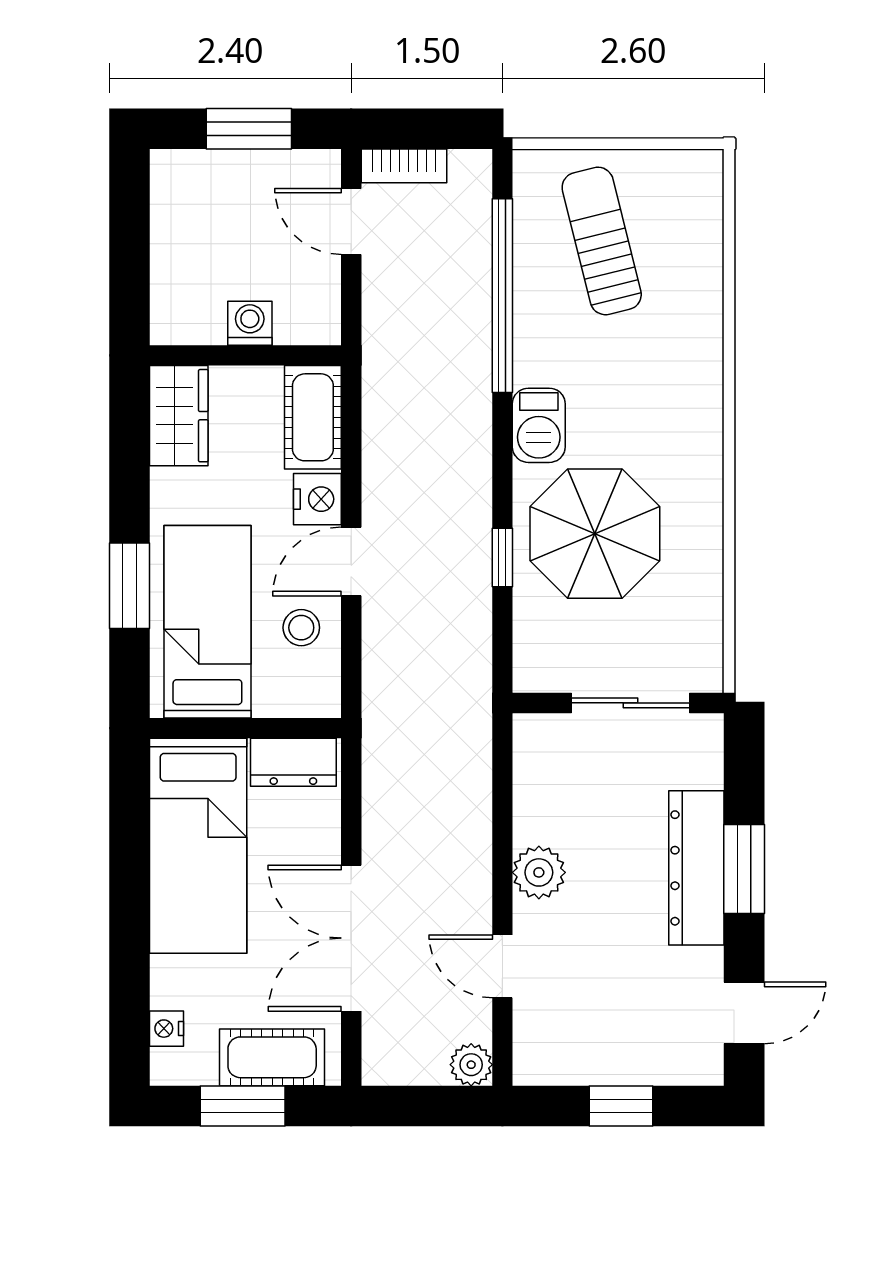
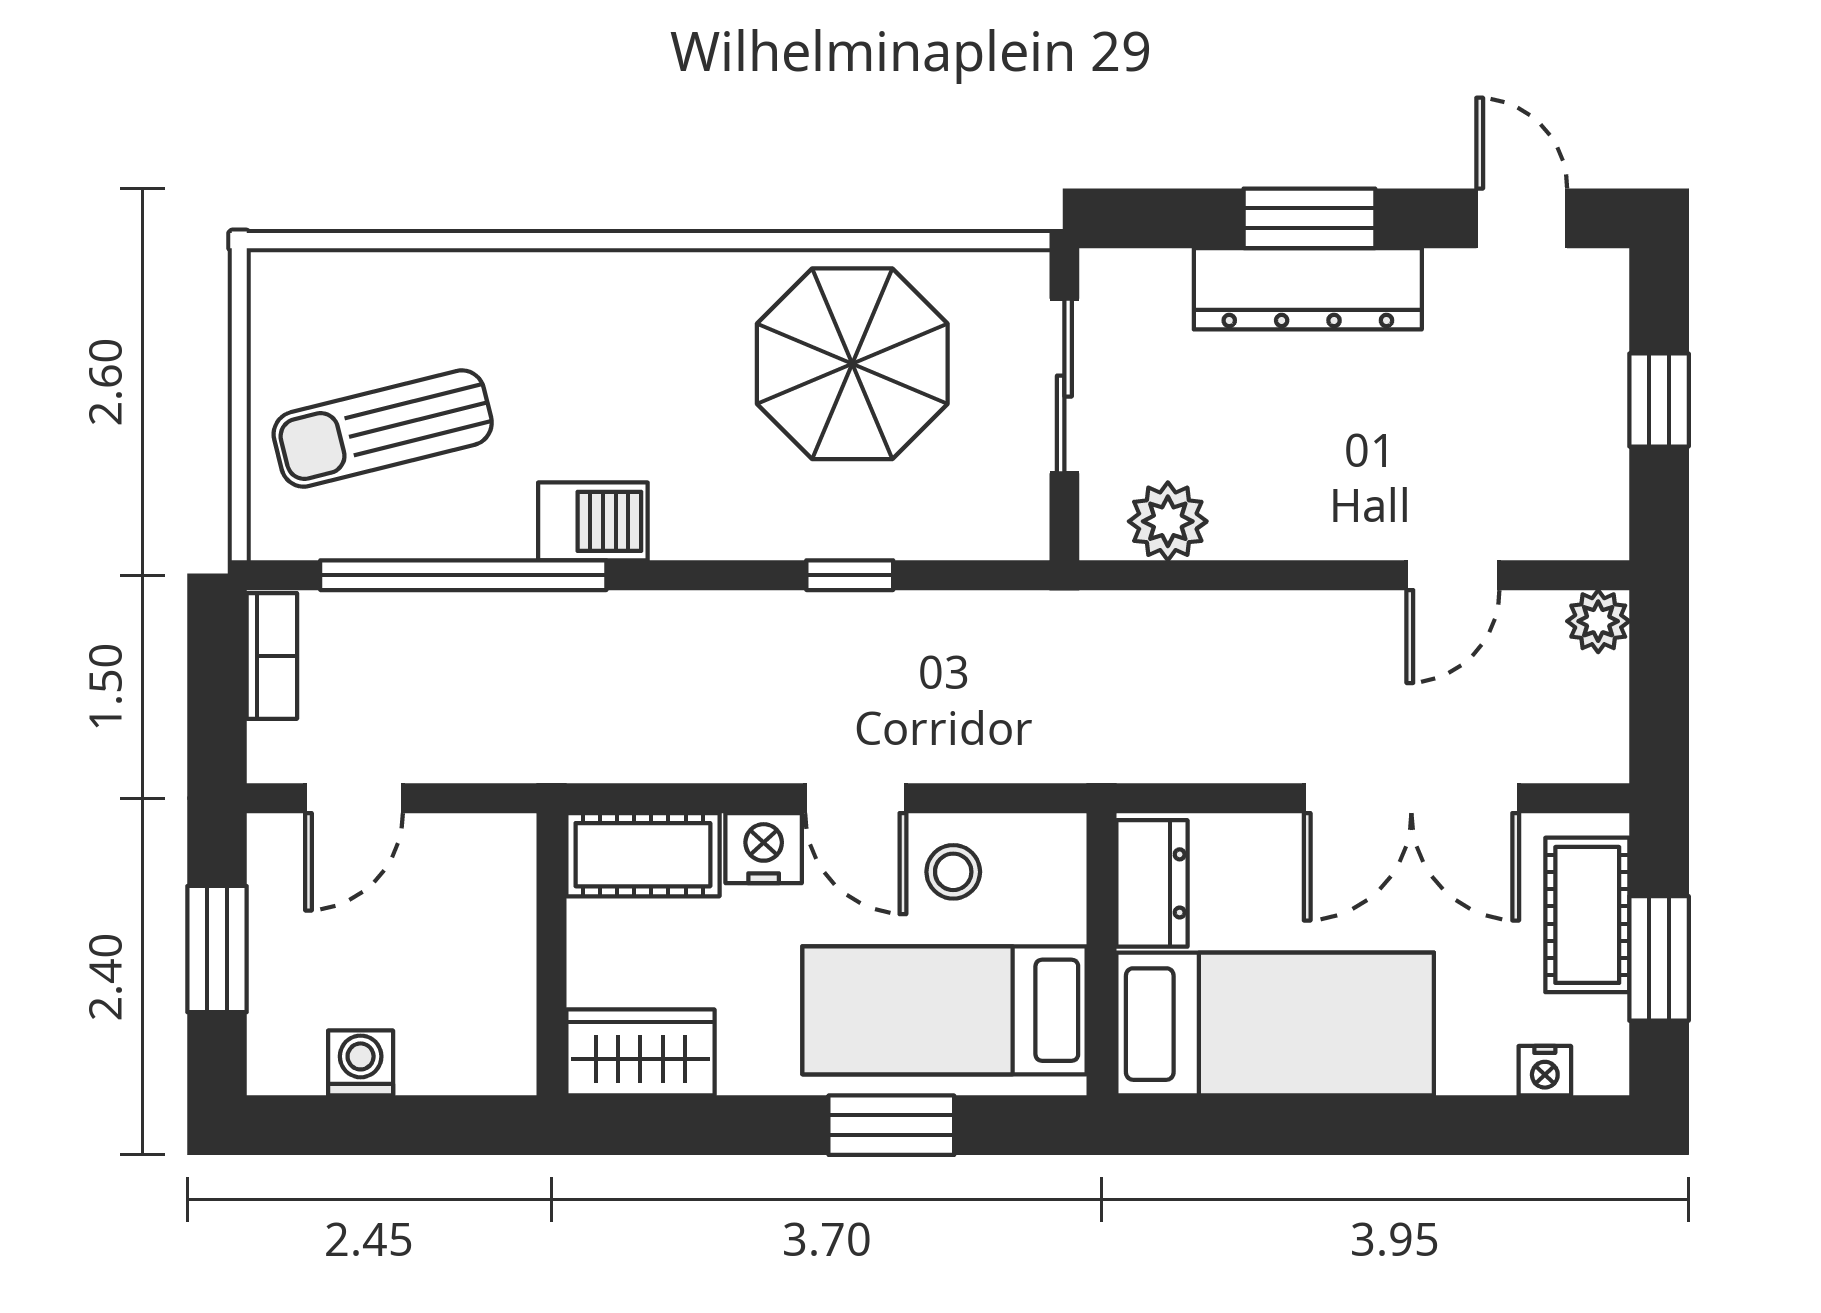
bookcase: (404, 166) -> (272, 656), moved
washing machine: (250, 323) -> (361, 1063), moved, turned 90
barbecue: (539, 425) -> (593, 521), moved
parasol: (595, 534) -> (852, 364), moved
plant: (539, 872) -> (1168, 521), moved

